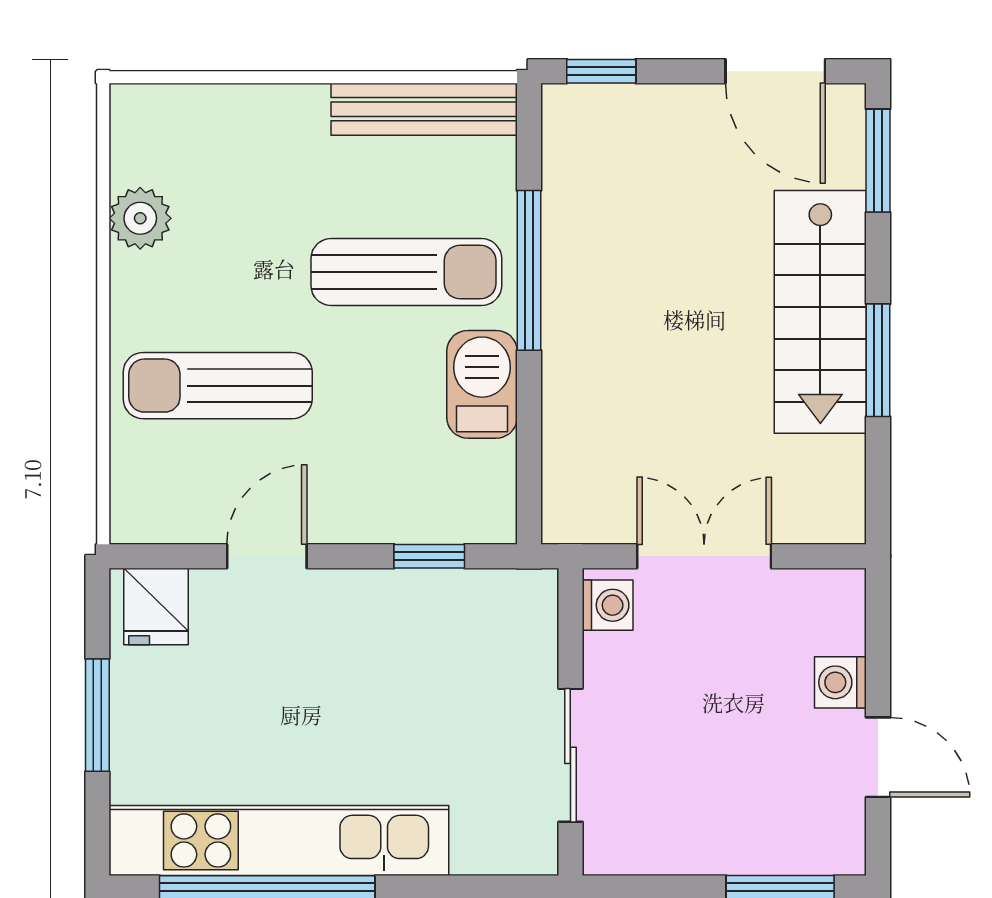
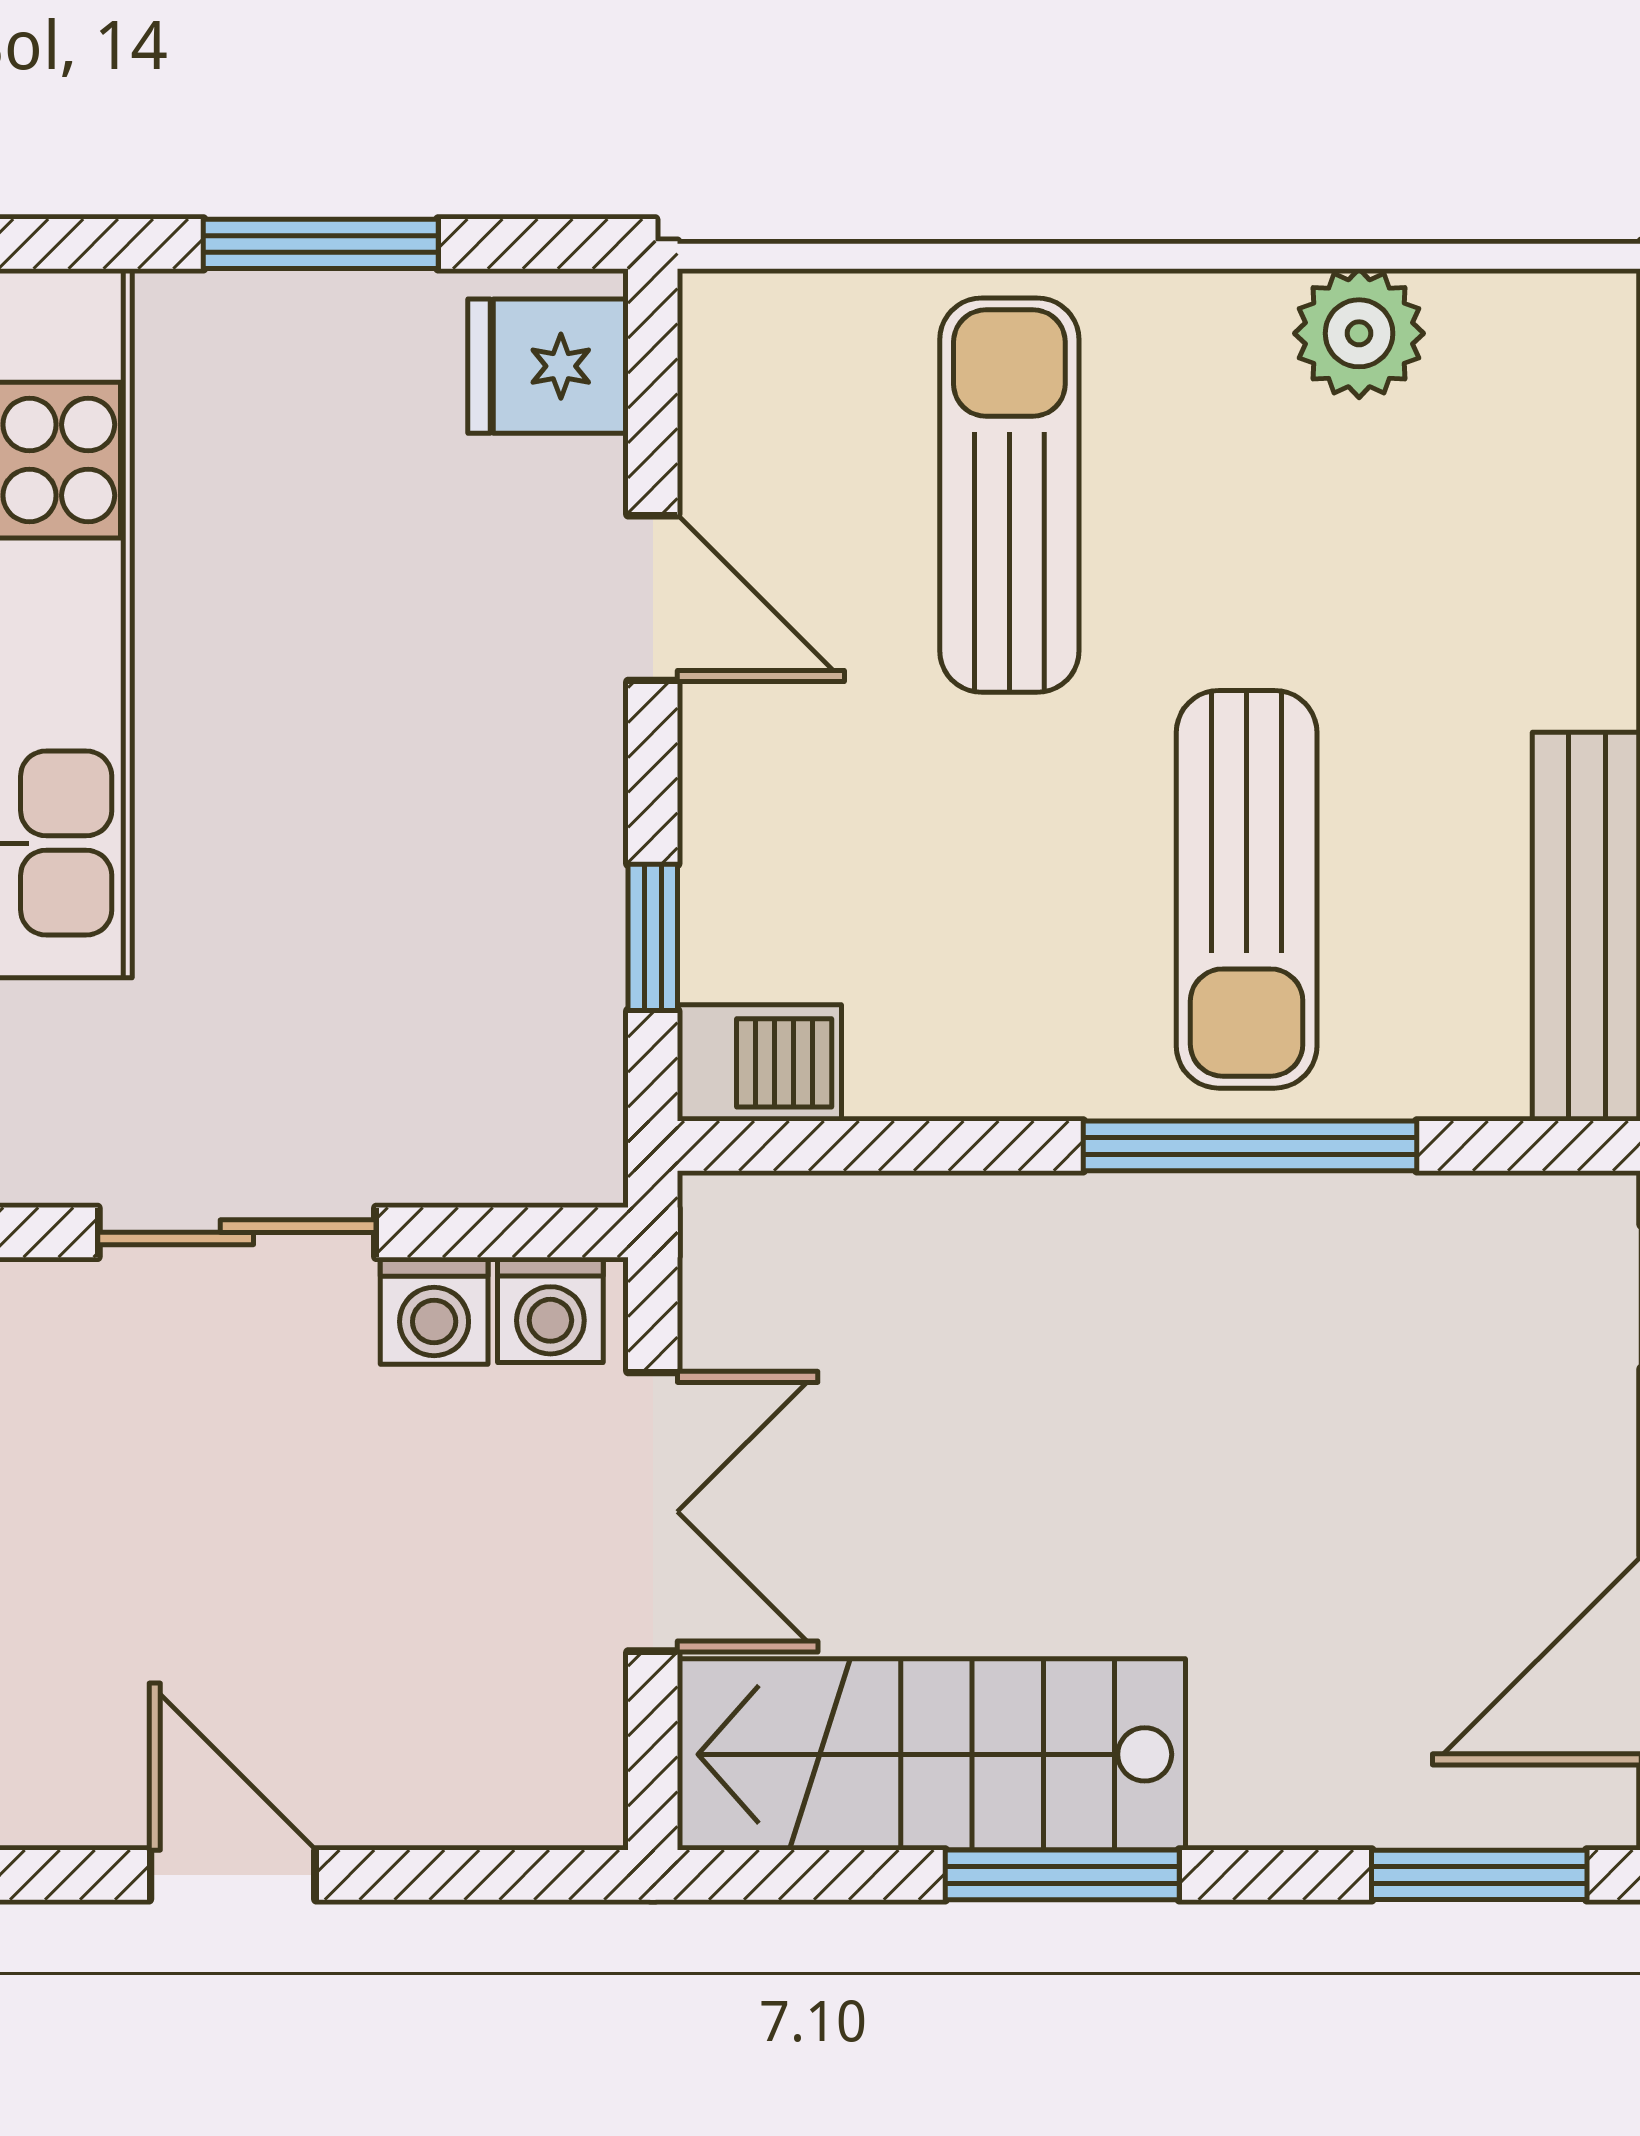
stairs: (820, 312) -> (931, 1754), moved
barbecue: (482, 384) -> (759, 1063), moved, width x0.73, depth x0.79
washing machine: (840, 682) -> (434, 1311), moved, turned 180
door: (878, 757) -> (233, 1875), swing flipped

